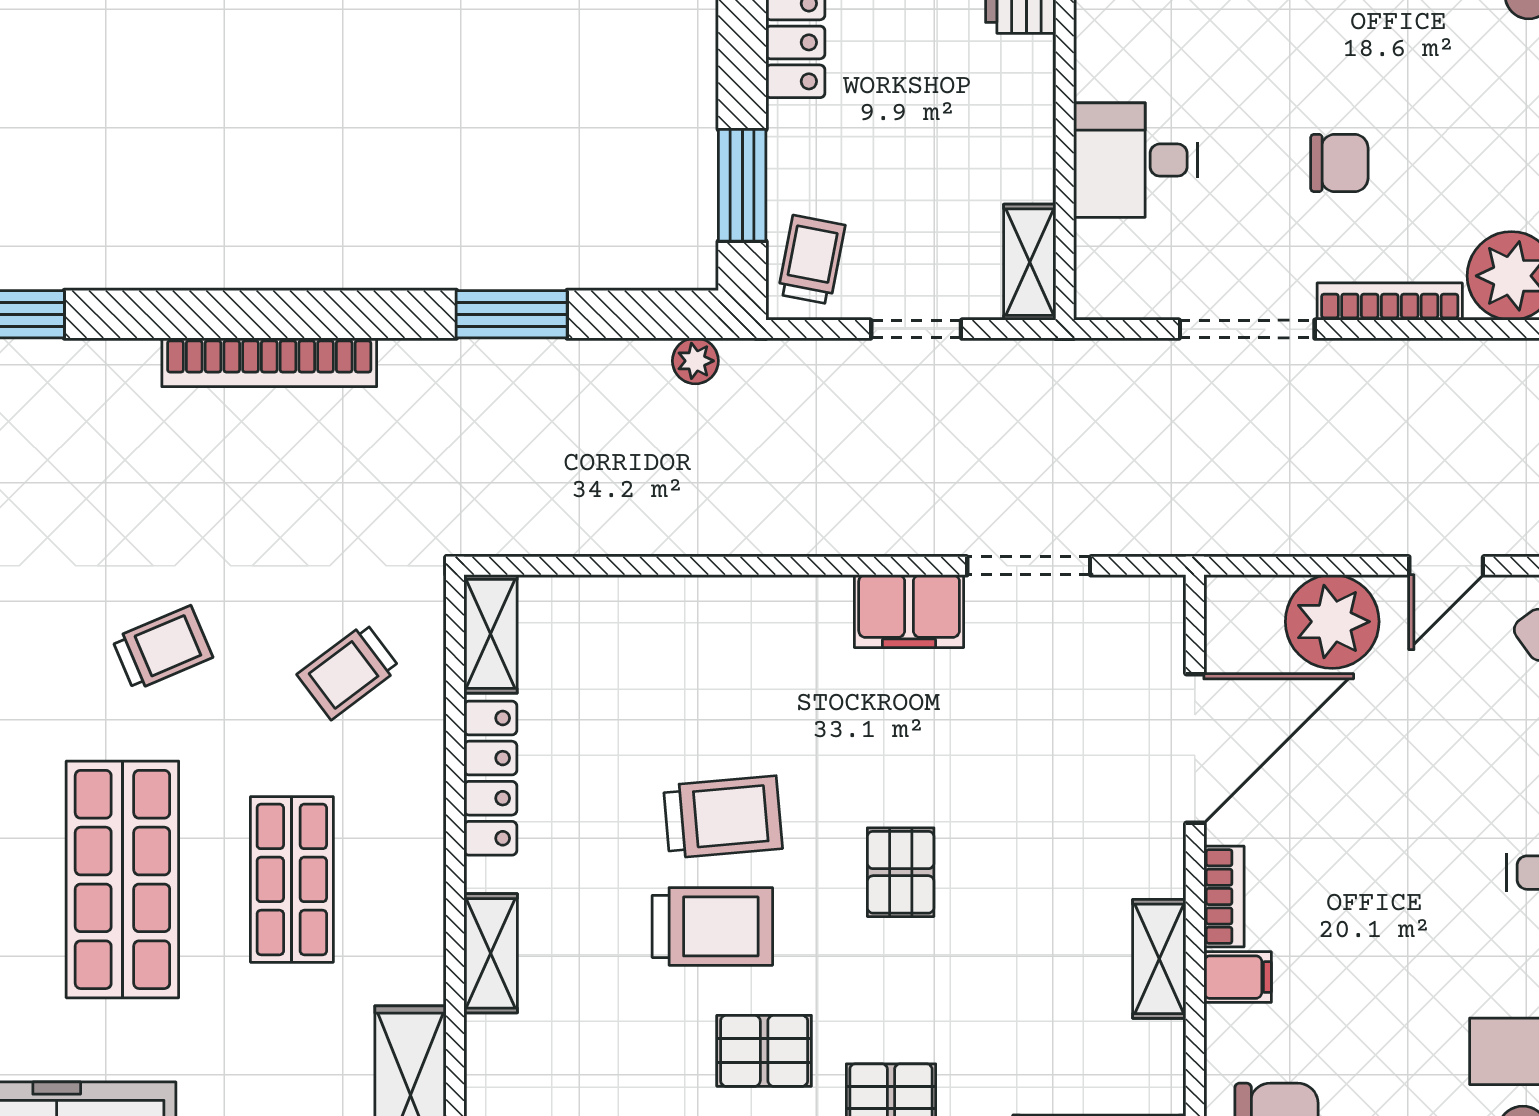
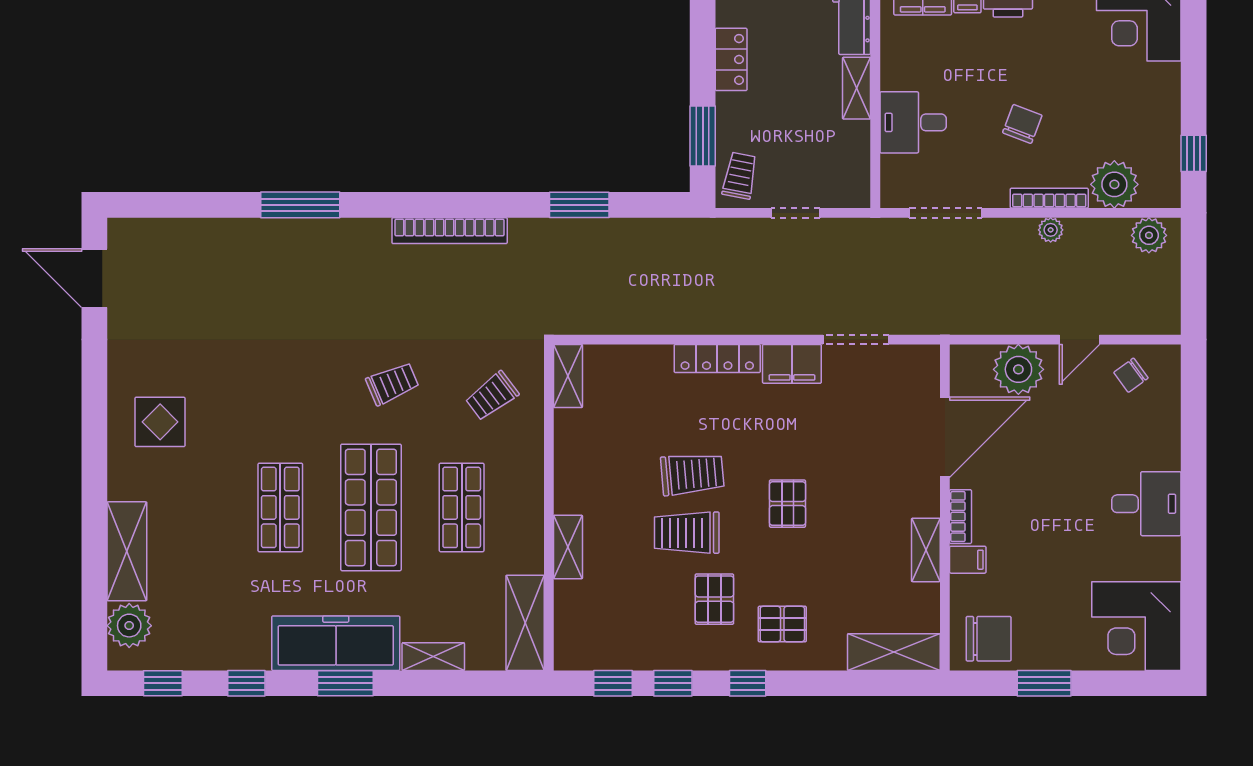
chair: (1339, 163) -> (1022, 124), turned -69
shelving: (1030, 262) -> (857, 88), moved
doorway: (1247, 329) -> (946, 213), moved
plant: (695, 361) -> (1051, 230), moved
locker: (490, 778) -> (717, 358), moved, turned 90
trolley: (712, 926) -> (687, 533), turned 180
pallet: (764, 1051) -> (714, 599), turned 90

